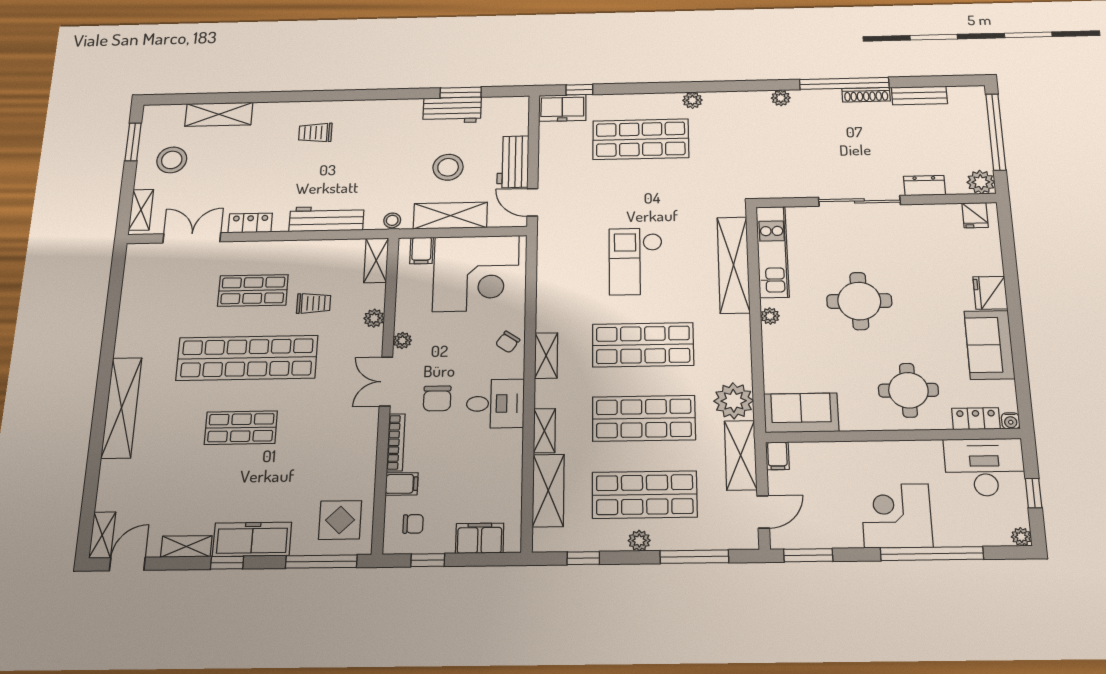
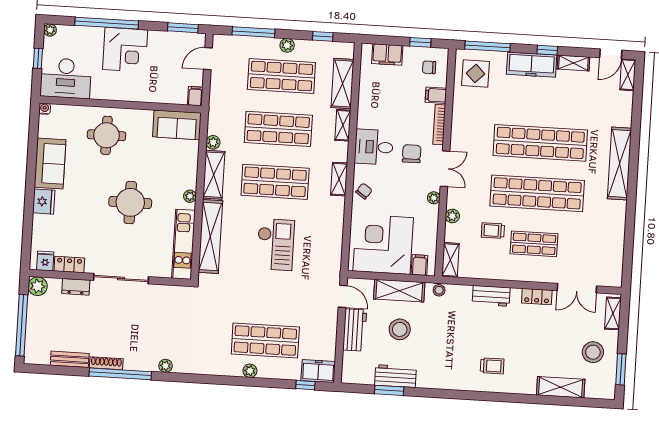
plant: (692, 100) -> (250, 371), moved
workbench: (326, 219) -> (491, 296), width x0.73
plant: (734, 401) -> (213, 142), width x0.53, depth x0.53
locker: (976, 419) -> (69, 265), moved, turned 180
shop shelf: (241, 428) -> (540, 143), width x2.00, depth x1.36
shelving: (741, 455) -> (214, 175), moved

